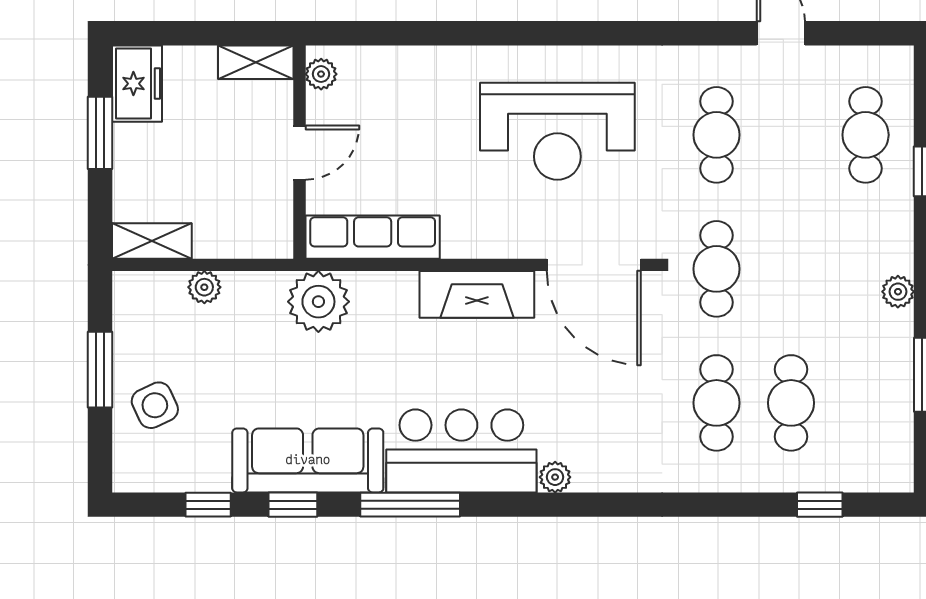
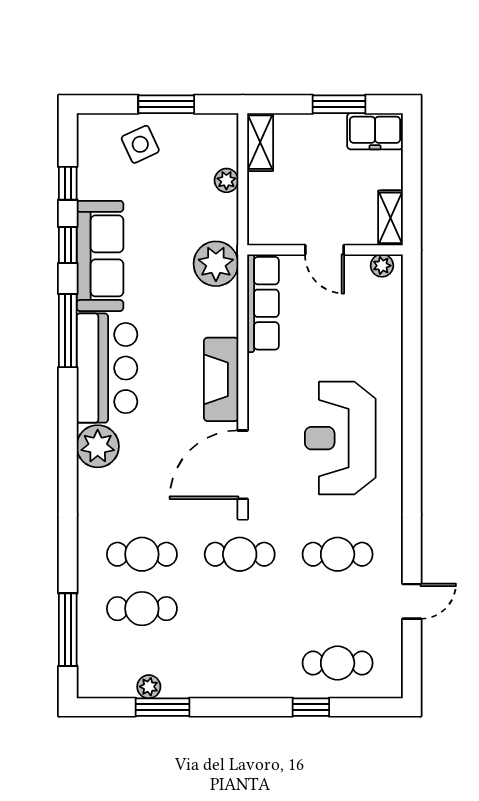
plant: (898, 292) -> (149, 687), moved
plant: (555, 477) -> (98, 446), width x1.88, depth x1.88
window: (820, 505) -> (68, 630), width x2.17

